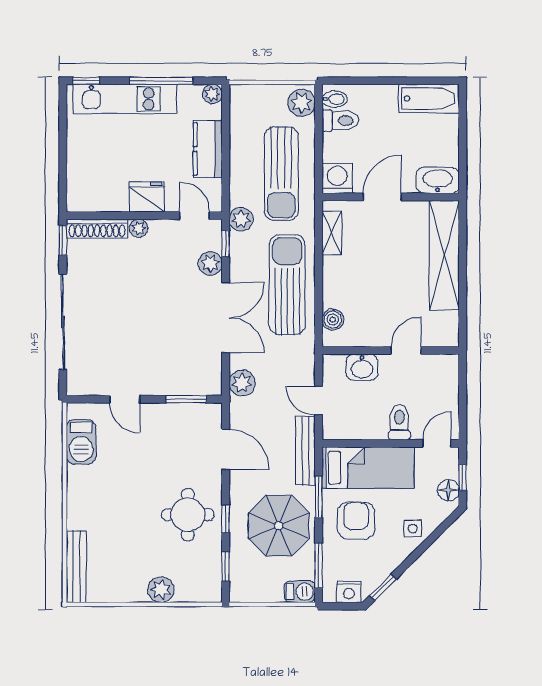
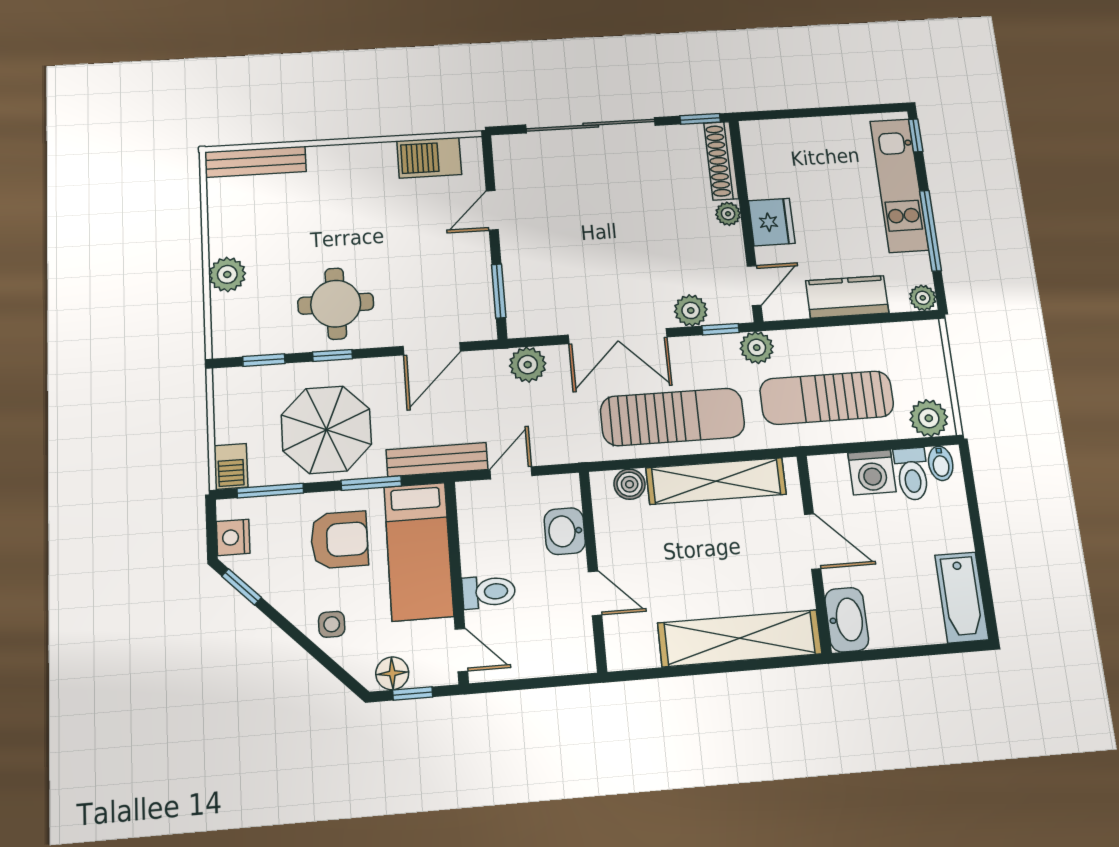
washing machine: (337, 178) -> (872, 472), moved, turned 90
shelving: (332, 233) -> (716, 481), width x2.20, depth x1.33

